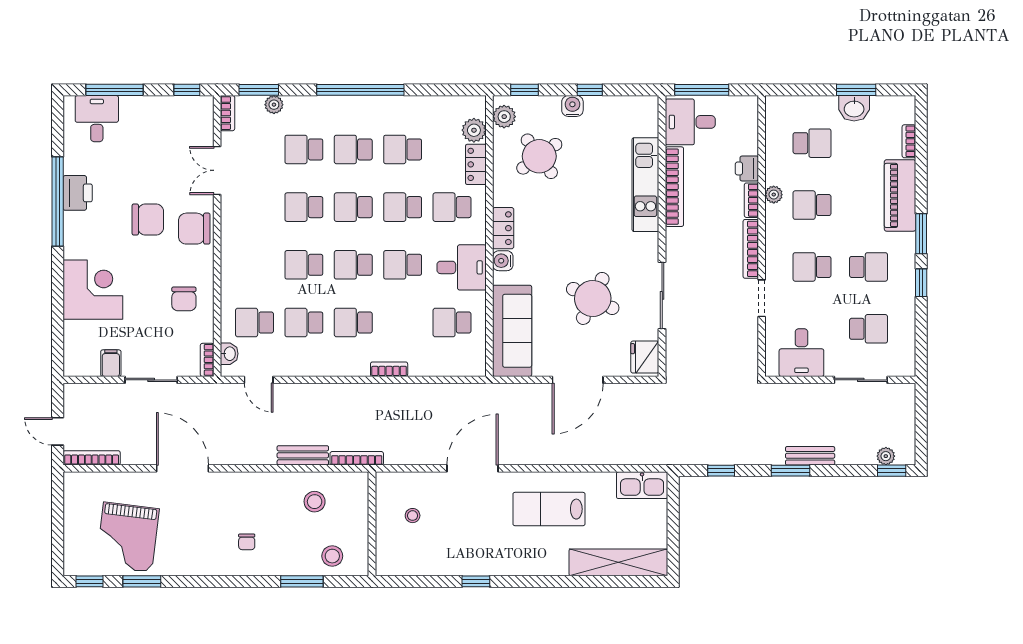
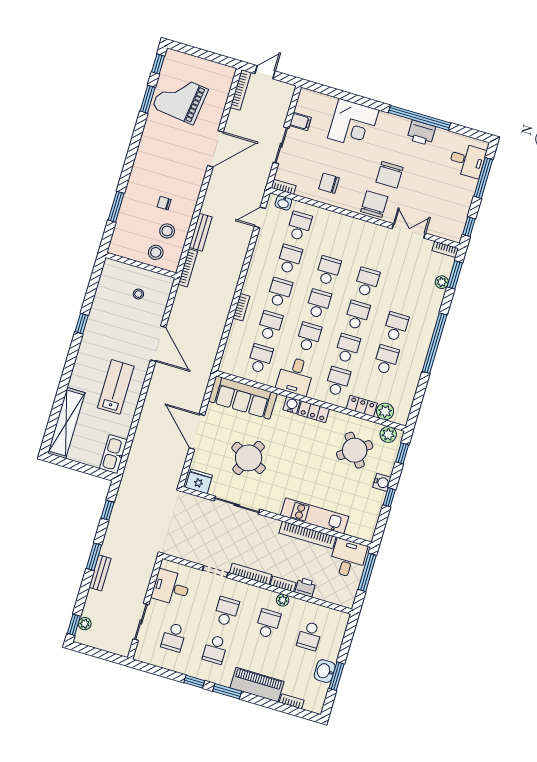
school desk: (304, 149) -> (270, 326), moved
chair: (247, 542) -> (164, 203), moved
stool: (332, 556) -> (156, 252), moved

